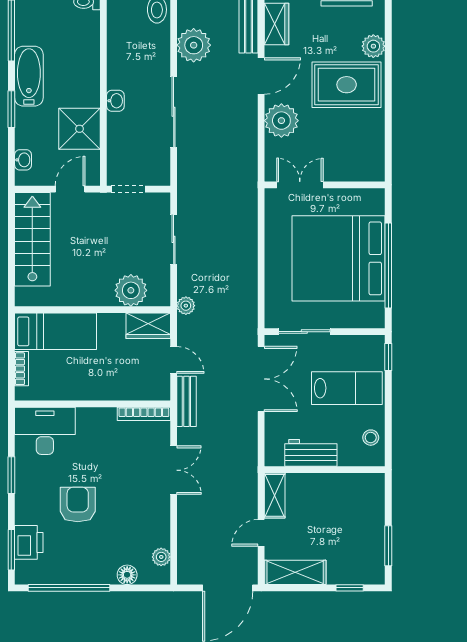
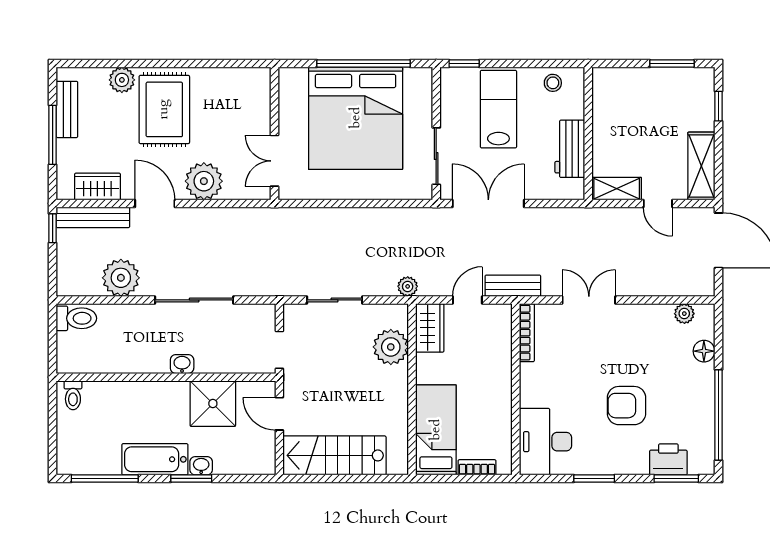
washbasin: (23, 160) -> (201, 466), moved

